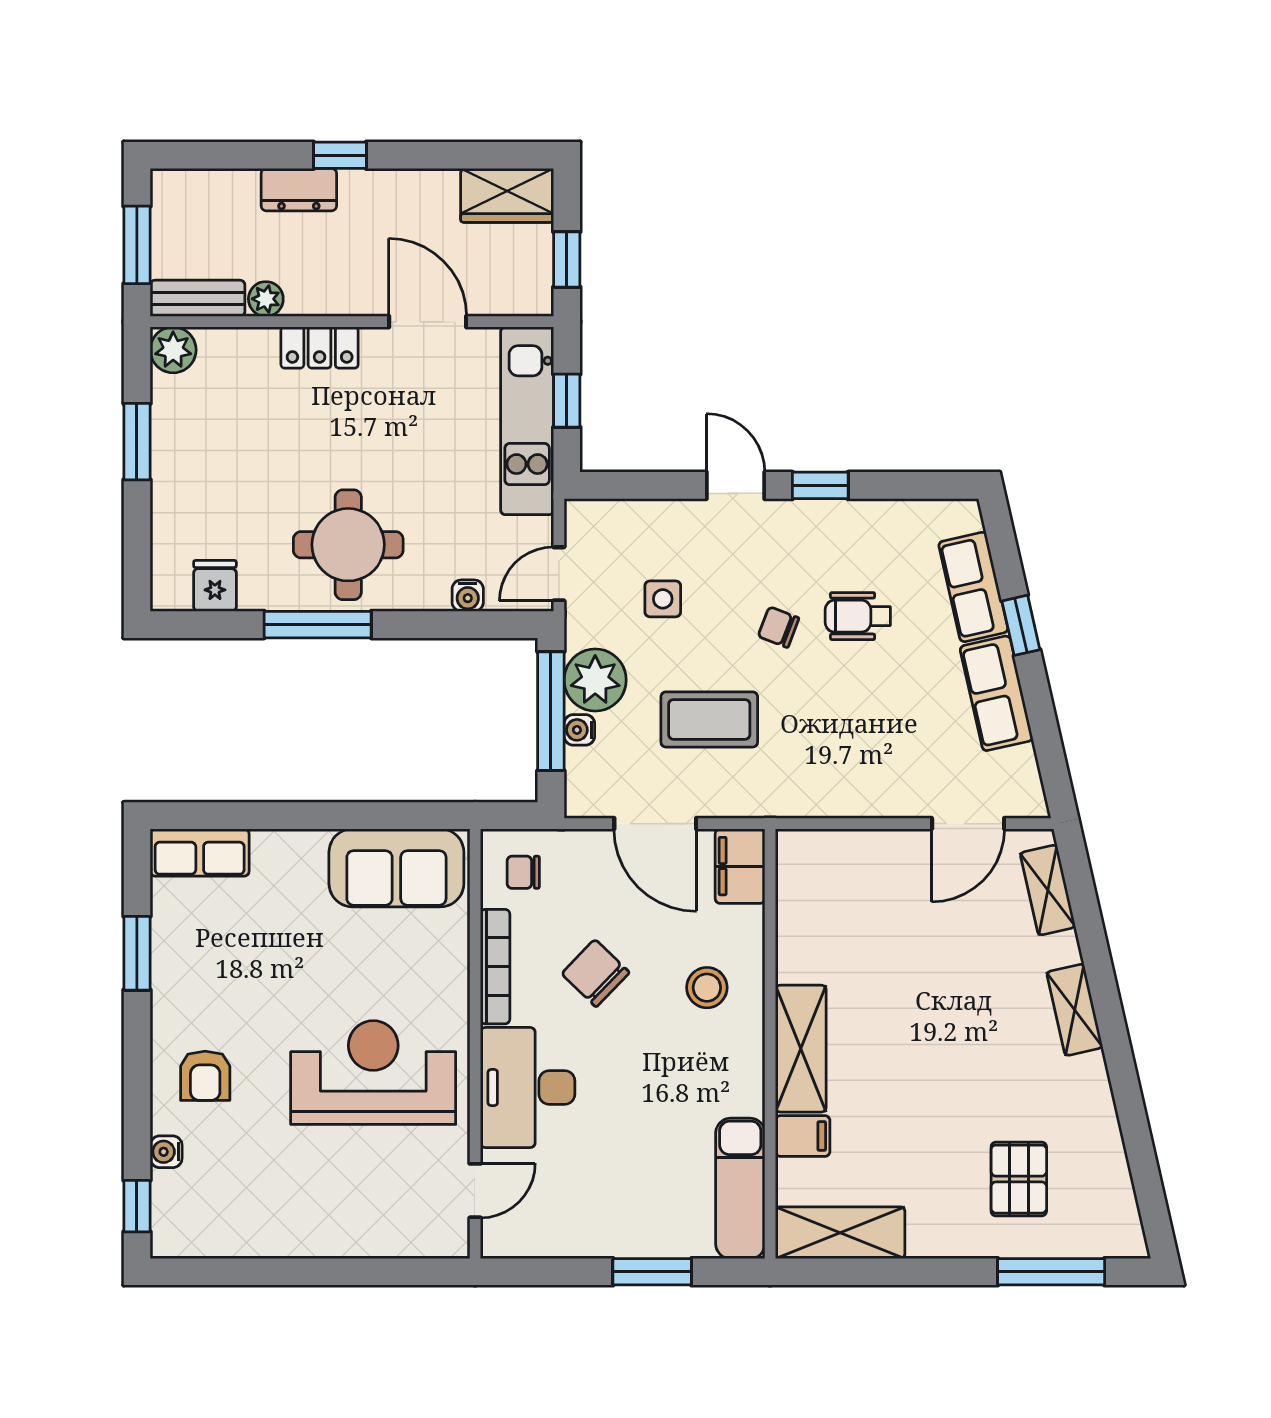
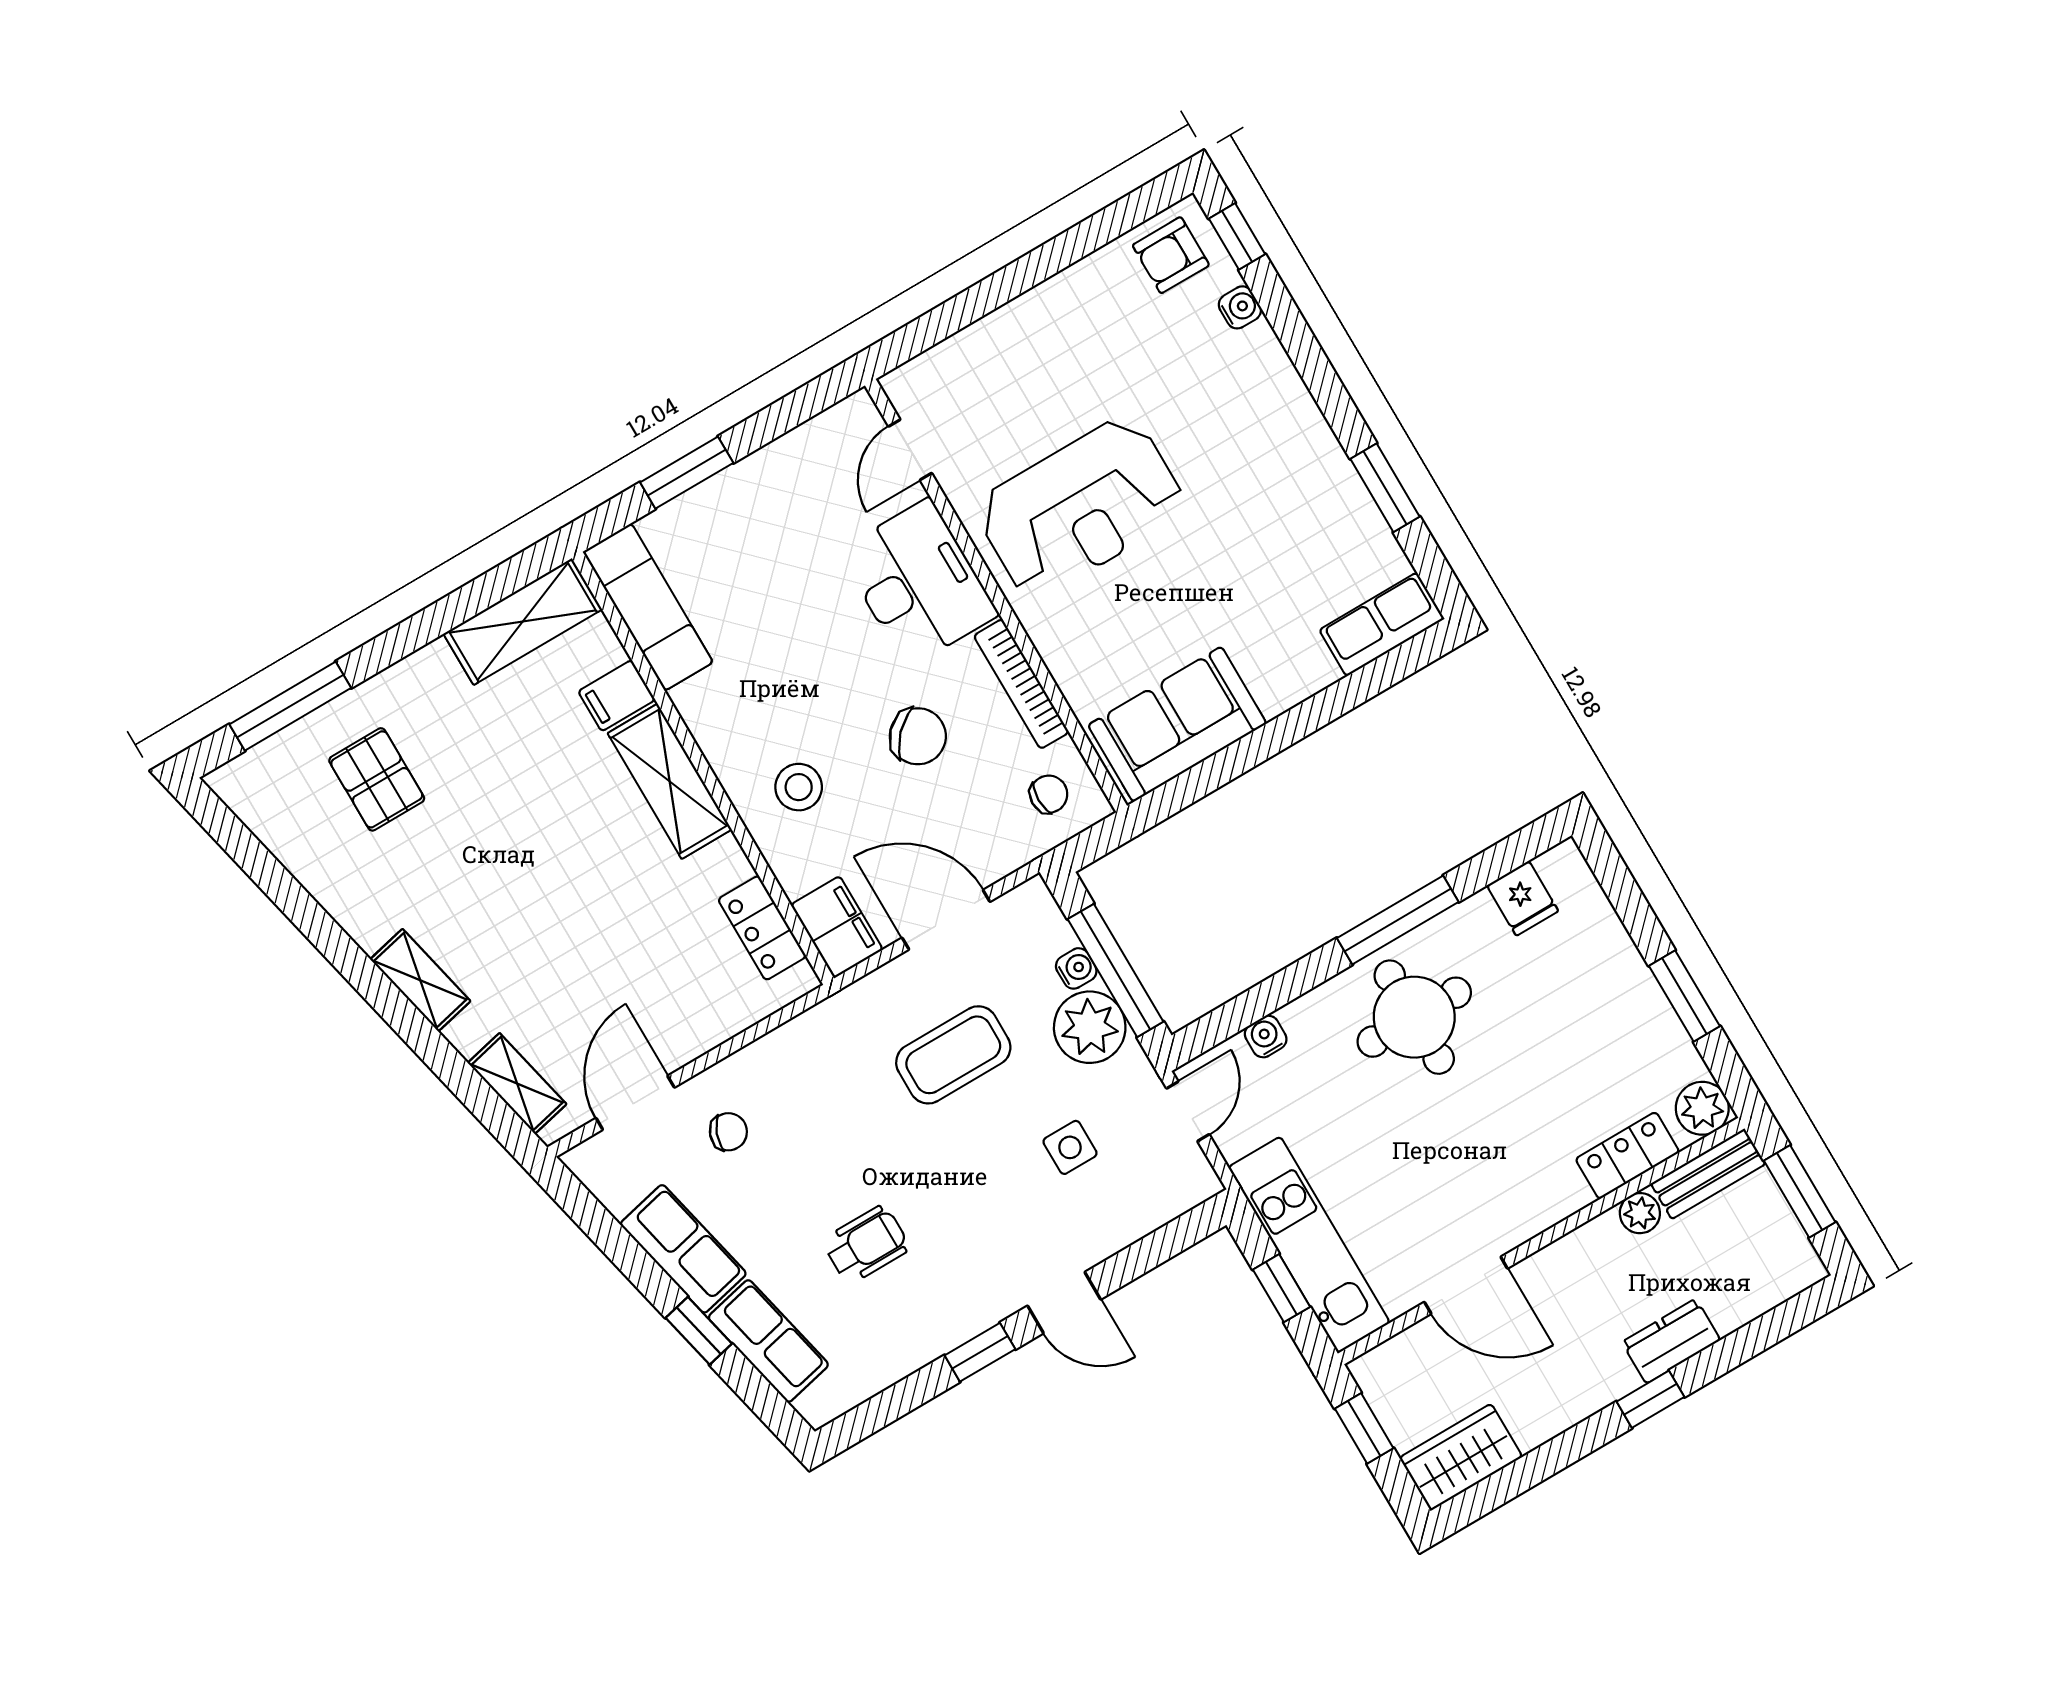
locker: (320, 348) -> (1627, 1155), moved
chair: (778, 627) -> (728, 1132), moved
locker: (796, 898) -> (762, 928), added
armchair: (205, 1076) -> (1171, 255), moved, turned -90

